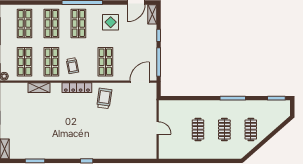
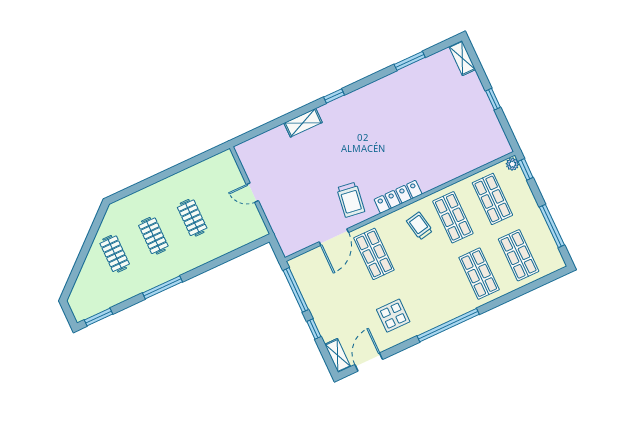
shop shelf: (78, 23) -> (440, 292), removed
door: (140, 82) -> (334, 237), moved
shelving: (39, 88) -> (303, 123), moved

